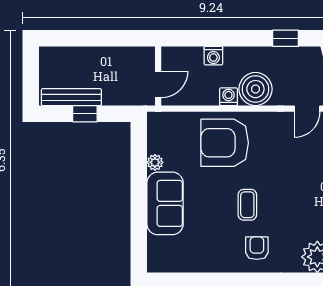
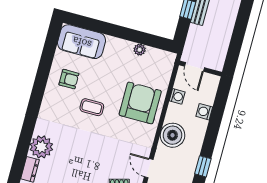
washing machine: (228, 97) -> (177, 96), moved
sofa: (165, 203) -> (82, 42), moved
armchair: (257, 248) -> (69, 79), moved

